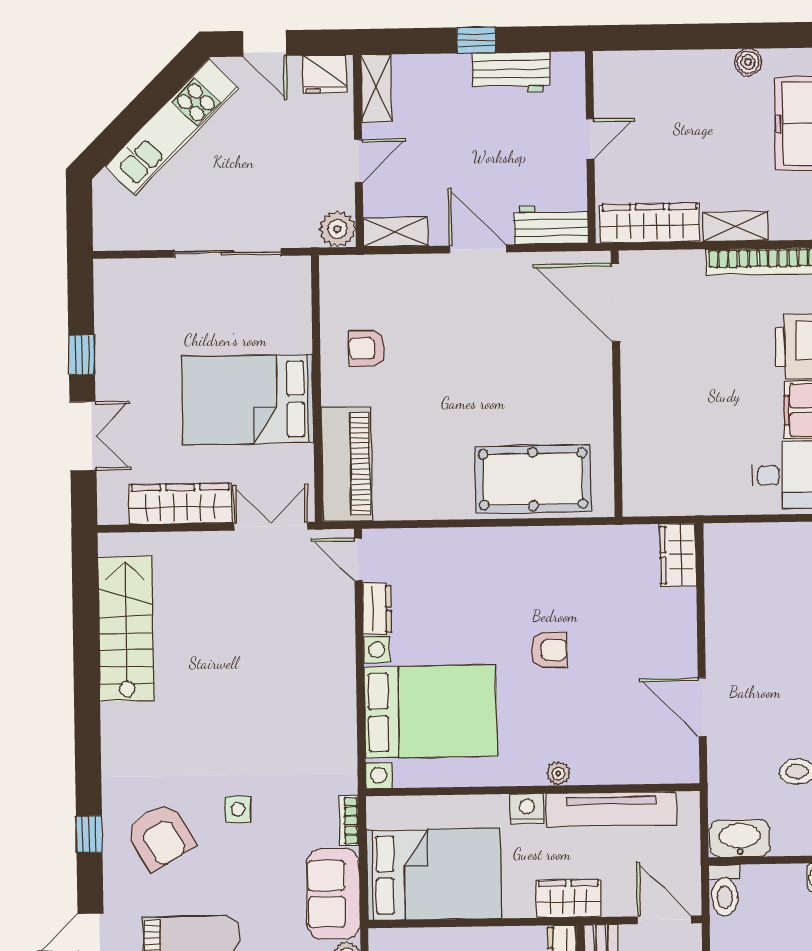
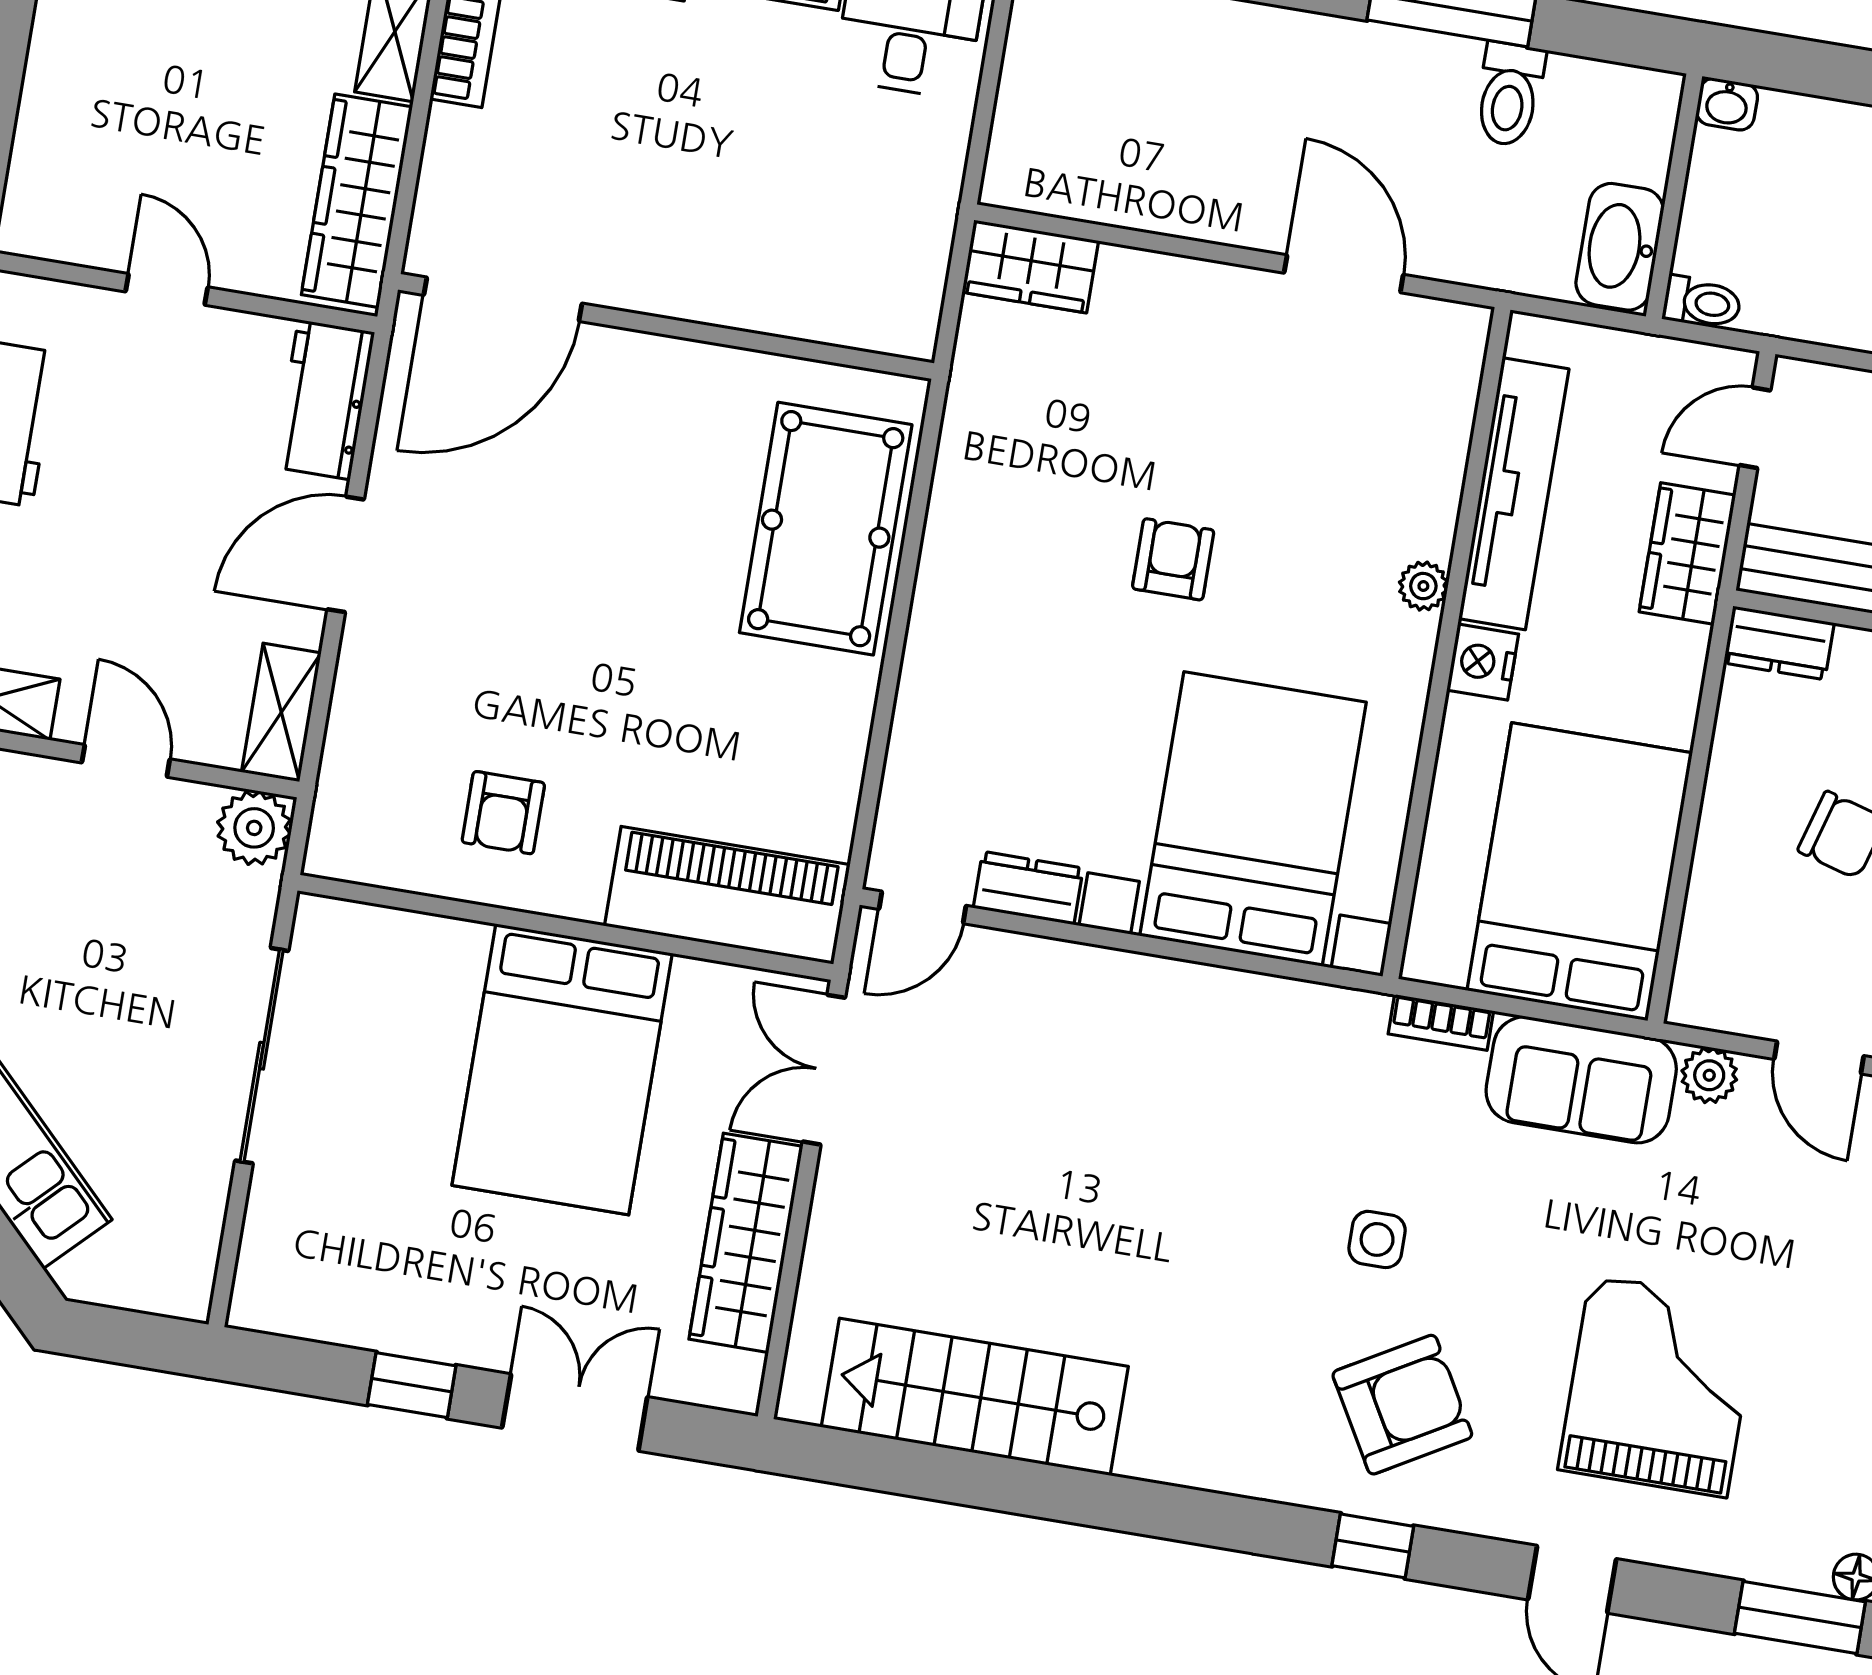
door: (702, 707) -> (1344, 274), swing flipped
toilet: (724, 890) -> (1702, 303), width x0.73, depth x0.72
wardrobe: (569, 899) -> (1687, 553), moved
door: (664, 920) -> (1755, 428), width x0.73

